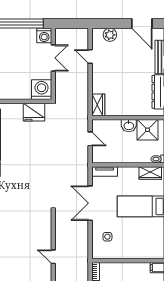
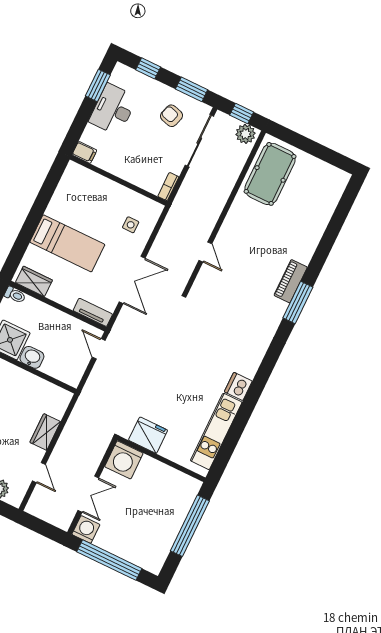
double door: (53, 58) -> (88, 494), swing flipped
wardrobe: (98, 105) -> (45, 432), moved
door: (90, 139) -> (99, 349), moved
door: (53, 257) -> (205, 252), moved

